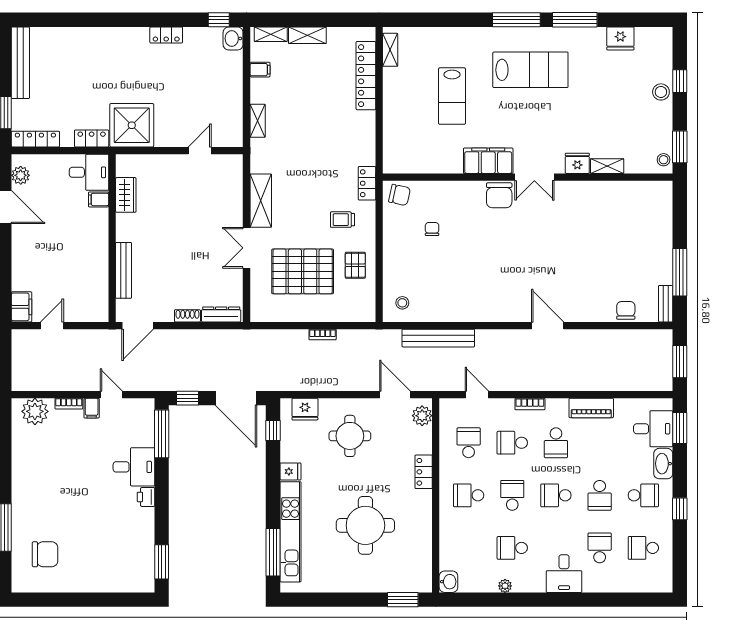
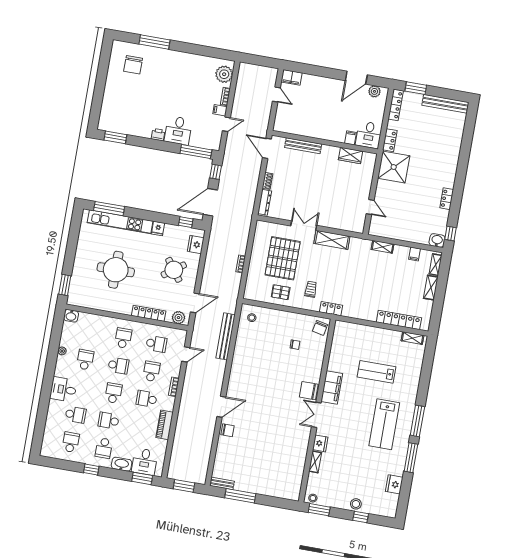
chair: (626, 310) -> (228, 430), moved
round table: (350, 436) -> (174, 270), turned -36
locker: (424, 472) -> (149, 313), width x1.53

